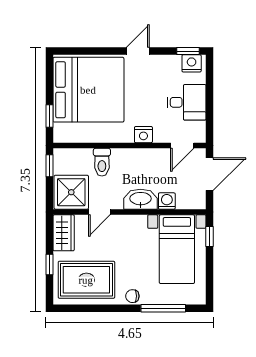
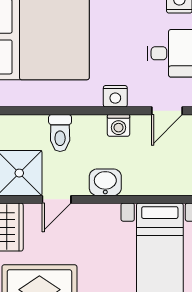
washbasin: (141, 199) -> (105, 182), width x0.72
washing machine: (167, 201) -> (119, 125), moved, turned 180

